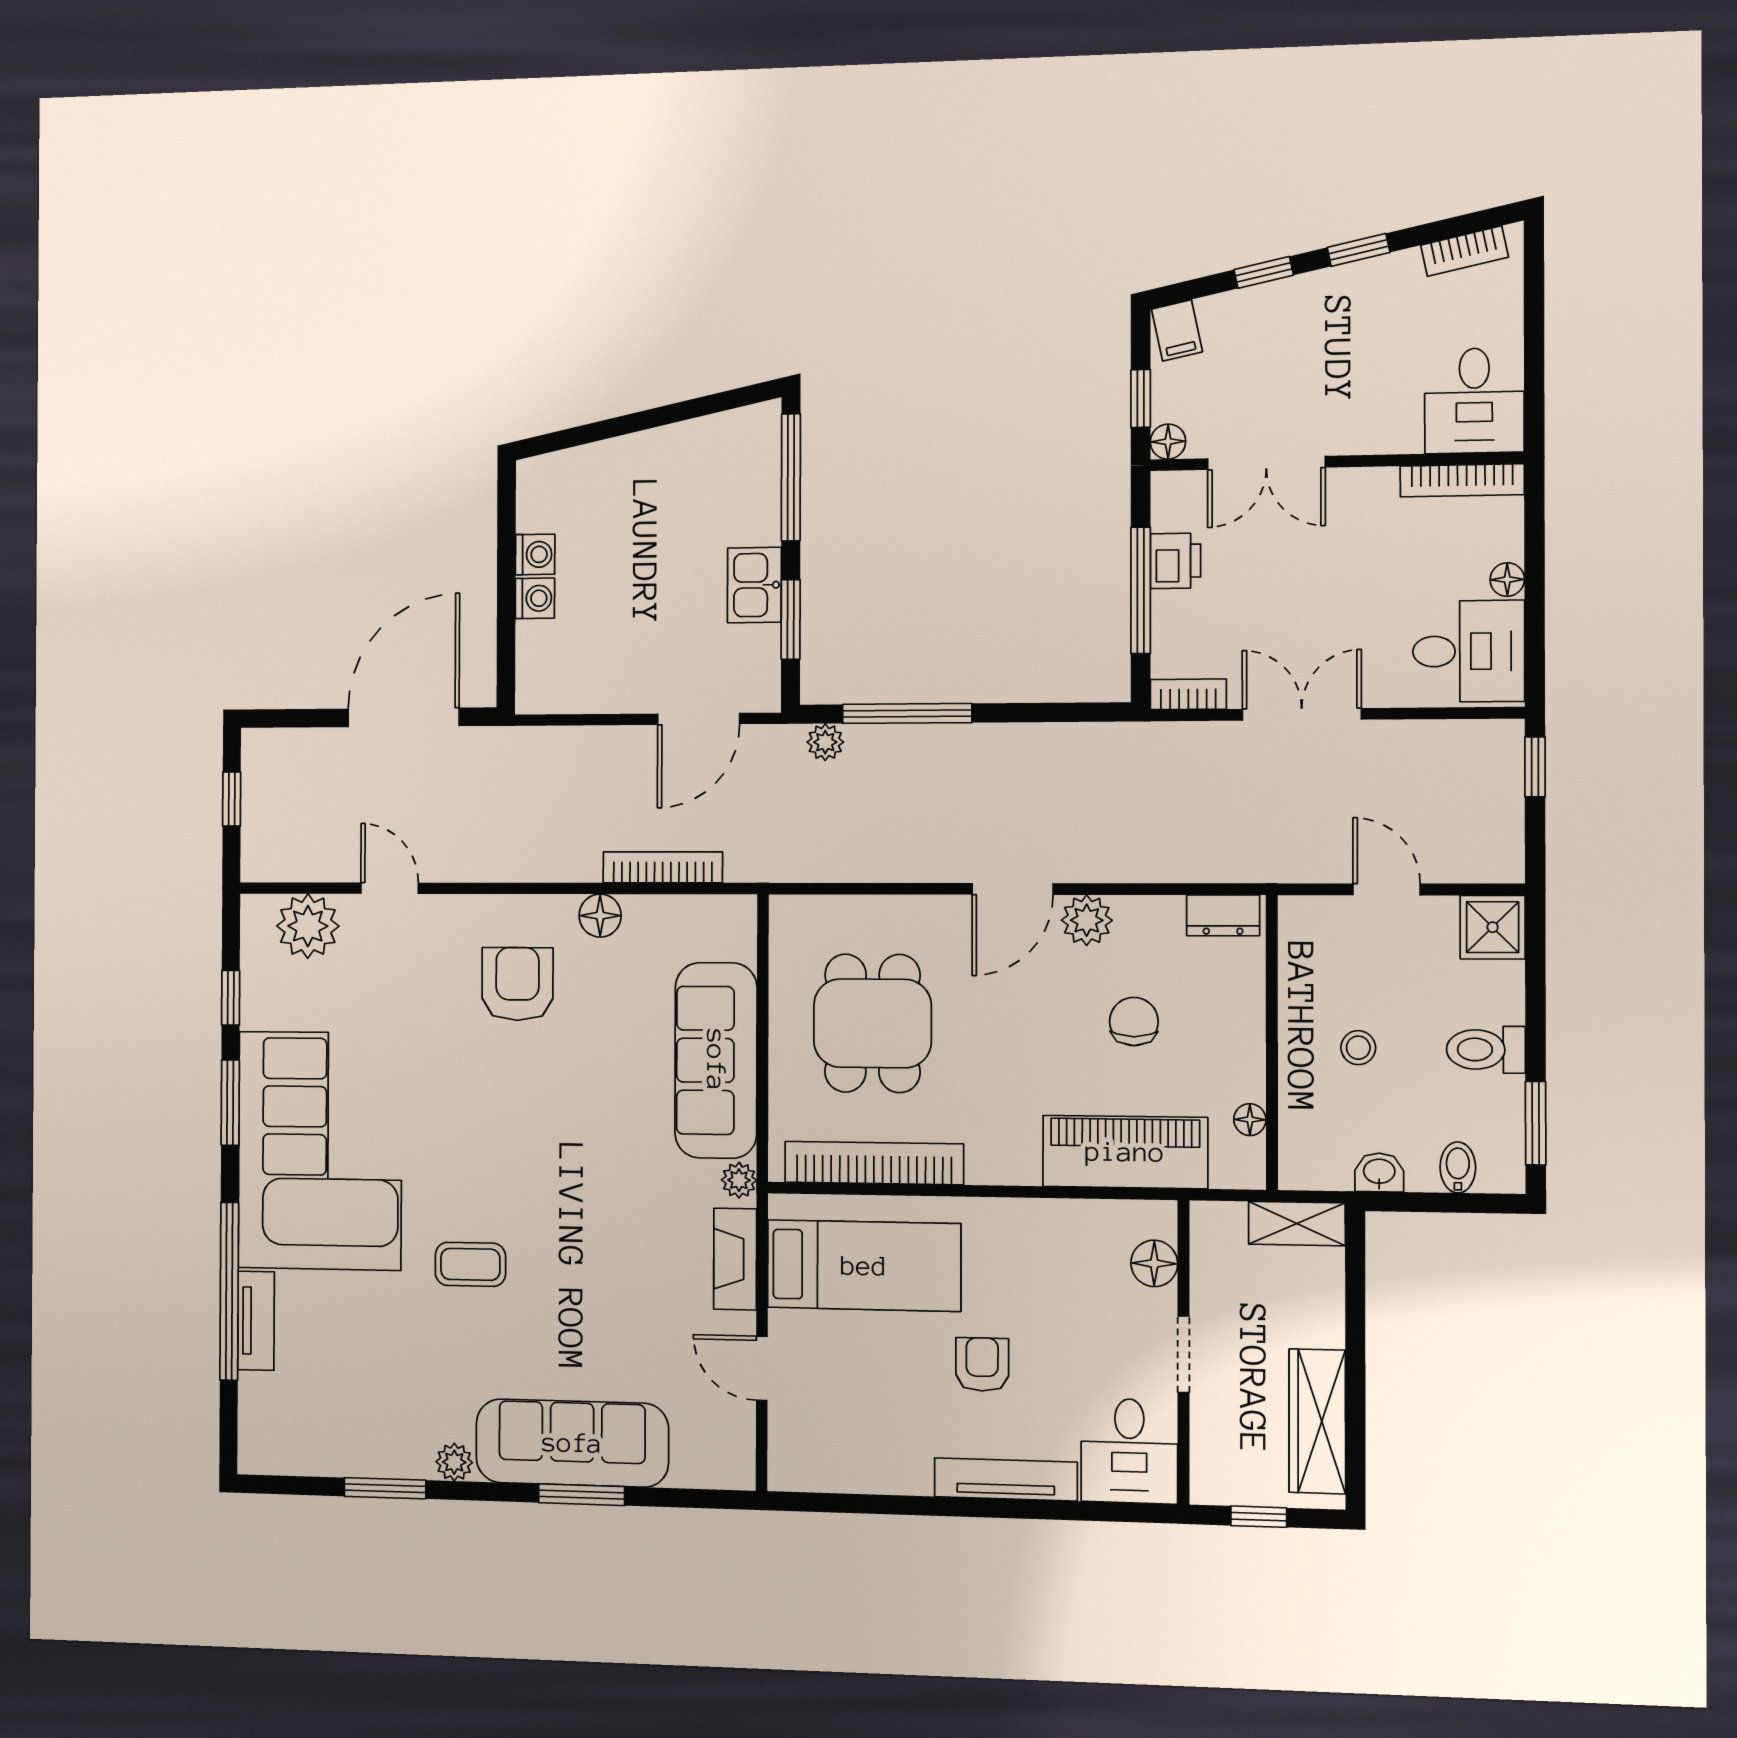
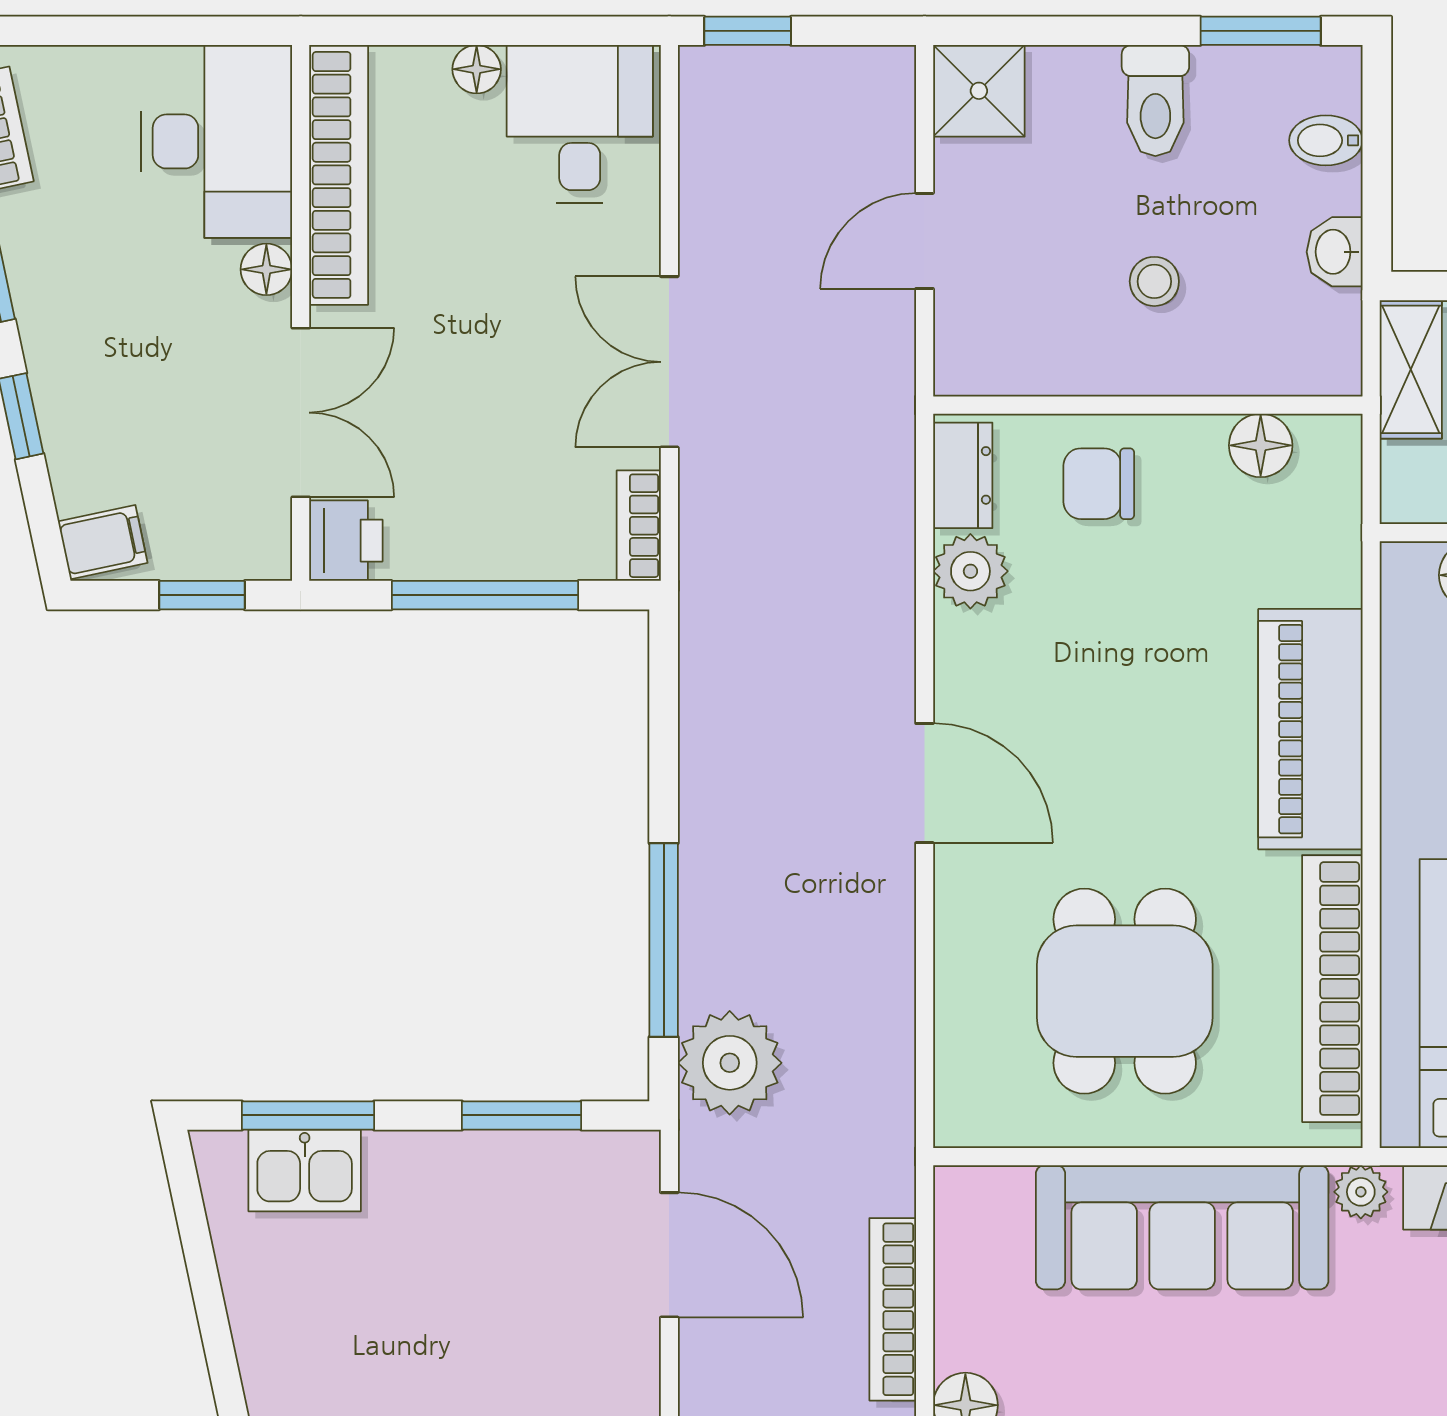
desk: (1474, 401) -> (216, 141), width x1.37
floor lamp: (1168, 442) -> (266, 269), moved
window: (791, 477) -> (308, 1115), width x0.69
bookcase: (1462, 480) -> (339, 175), width x1.48, depth x1.31
printer: (1175, 561) -> (346, 541), moved, turned 90
kitchen sink: (754, 585) -> (305, 1170), moved
plant: (825, 742) -> (730, 1063), width x1.88, depth x1.88
plant: (1087, 920) -> (970, 571), moved
chair: (1134, 1021) -> (1099, 484), moved
dining table: (872, 1023) -> (1125, 991), turned 90
floor lamp: (1250, 1120) -> (1261, 445), width x1.37, depth x1.37
piano: (1125, 1152) -> (1310, 729), moved

